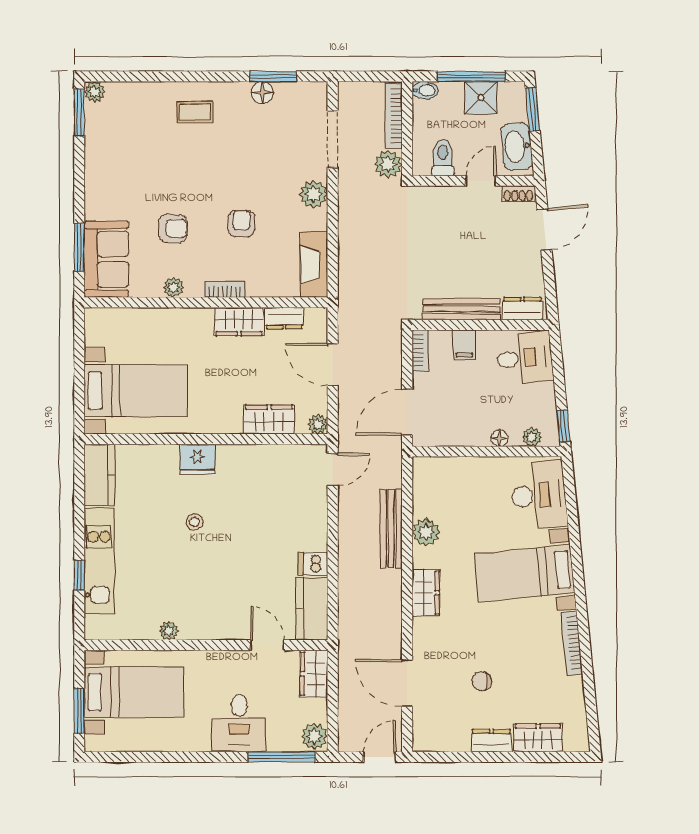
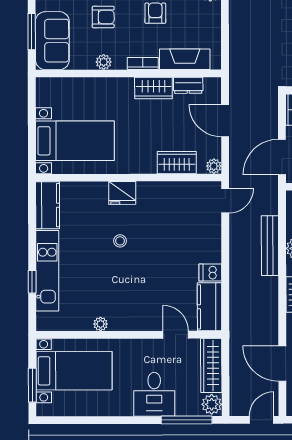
fireplace: (314, 265) -> (185, 59), moved, turned 90
wardrobe: (314, 674) -> (211, 366), width x1.50

